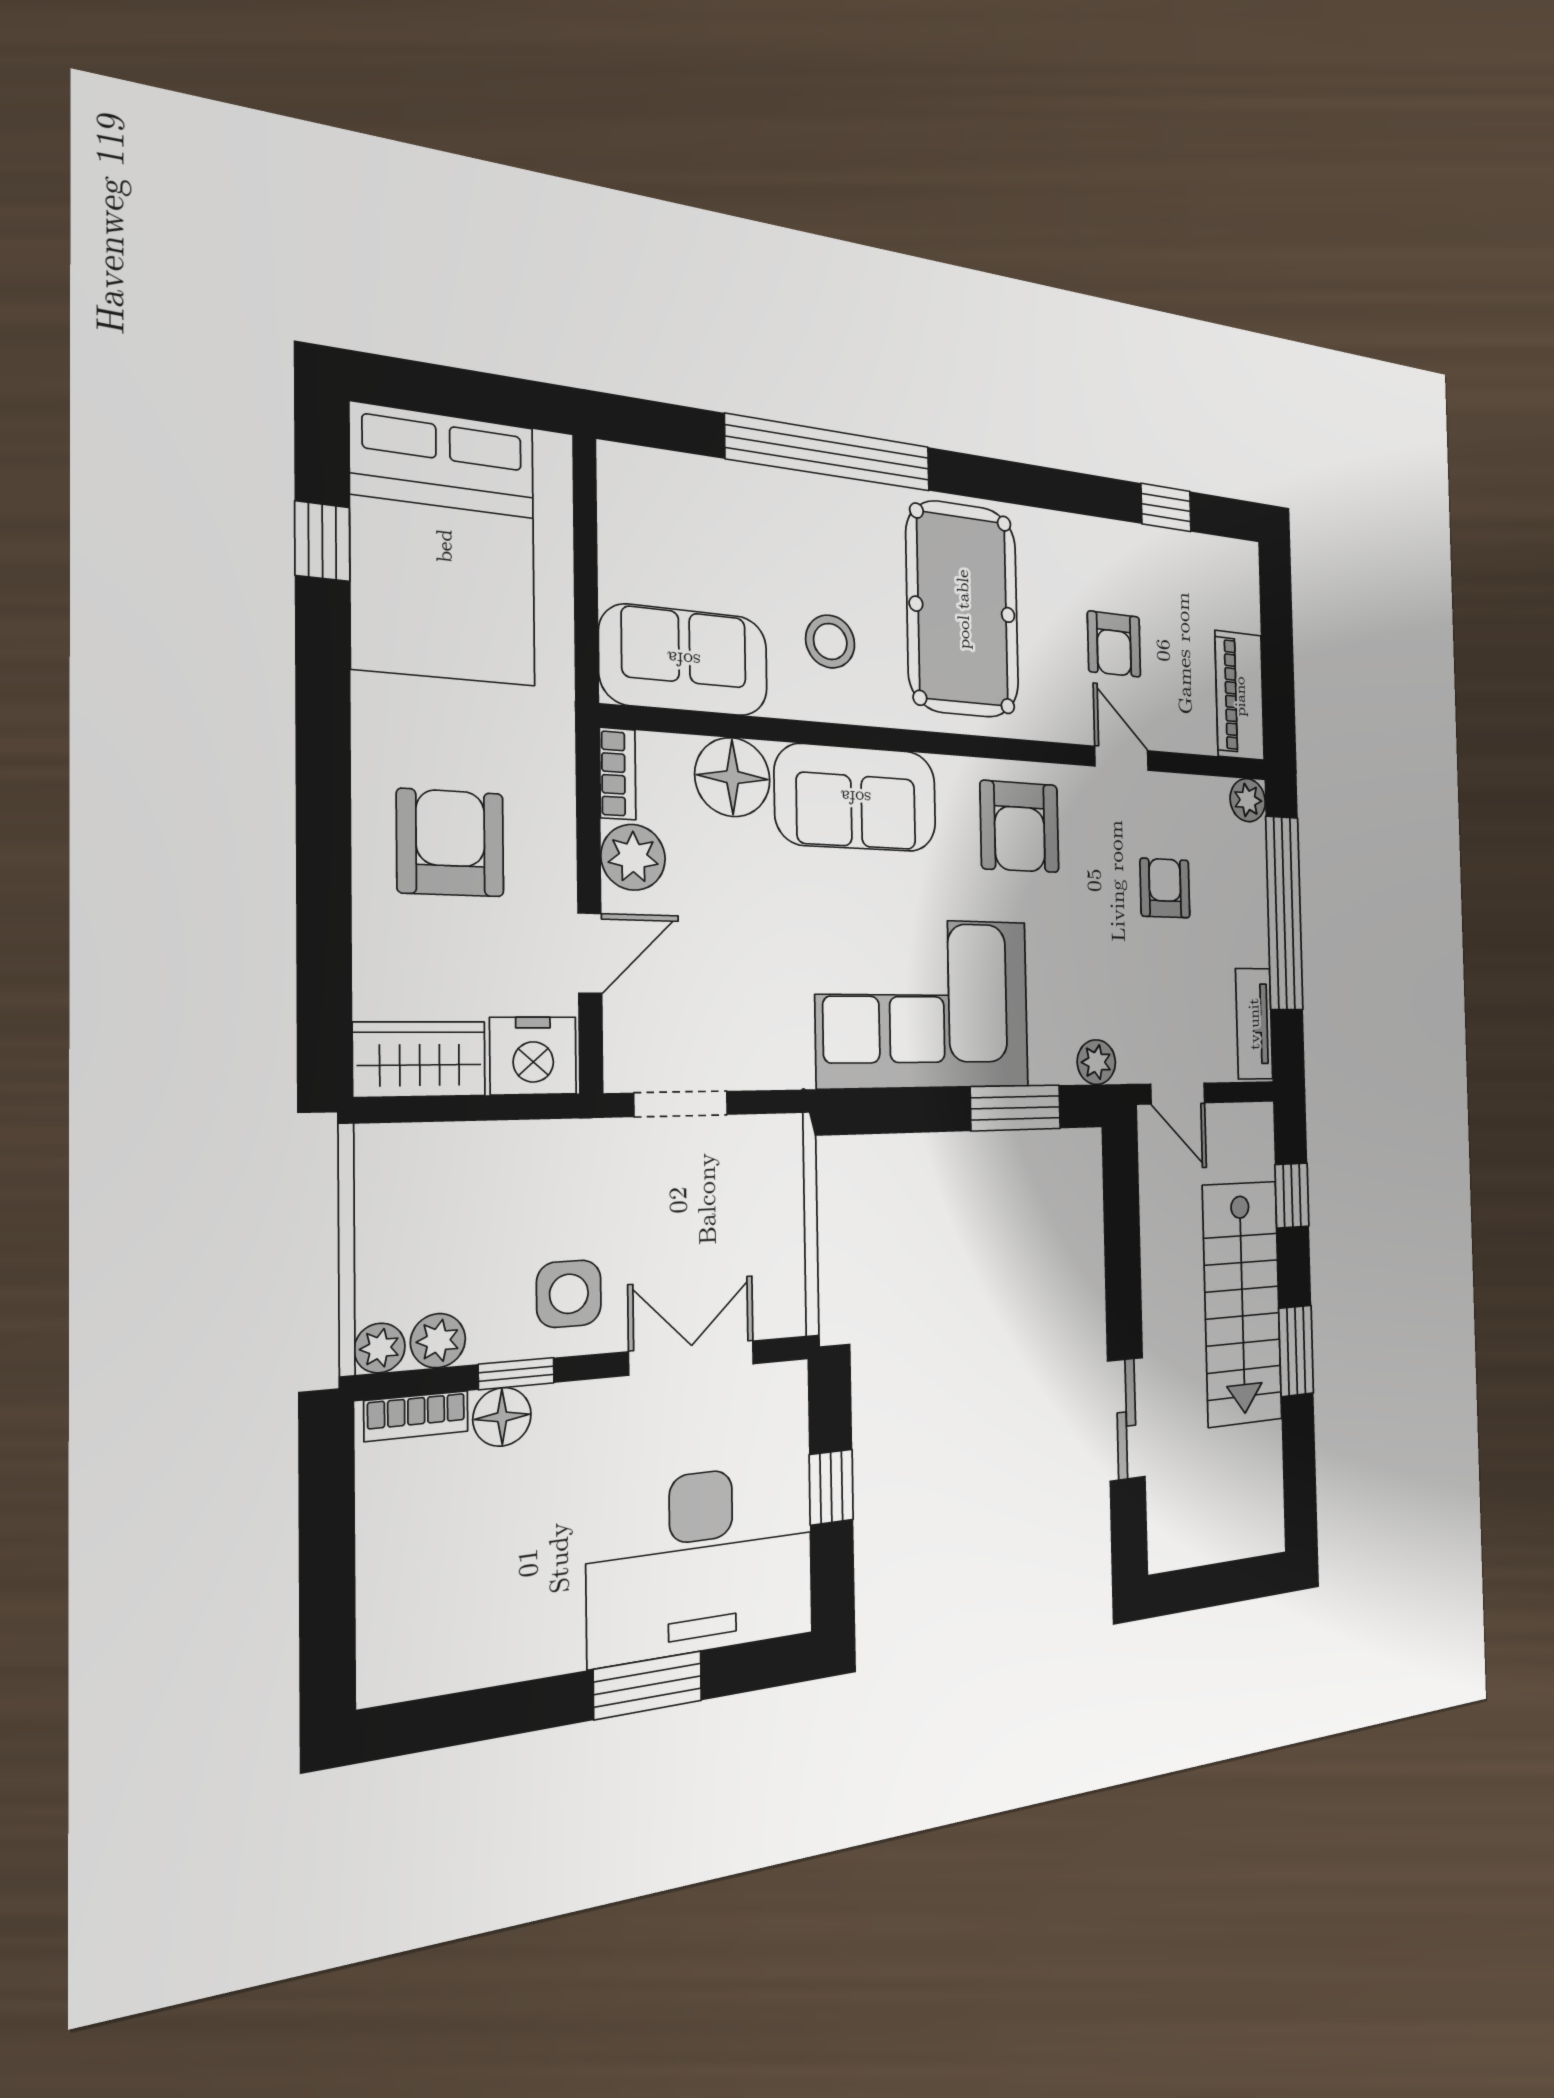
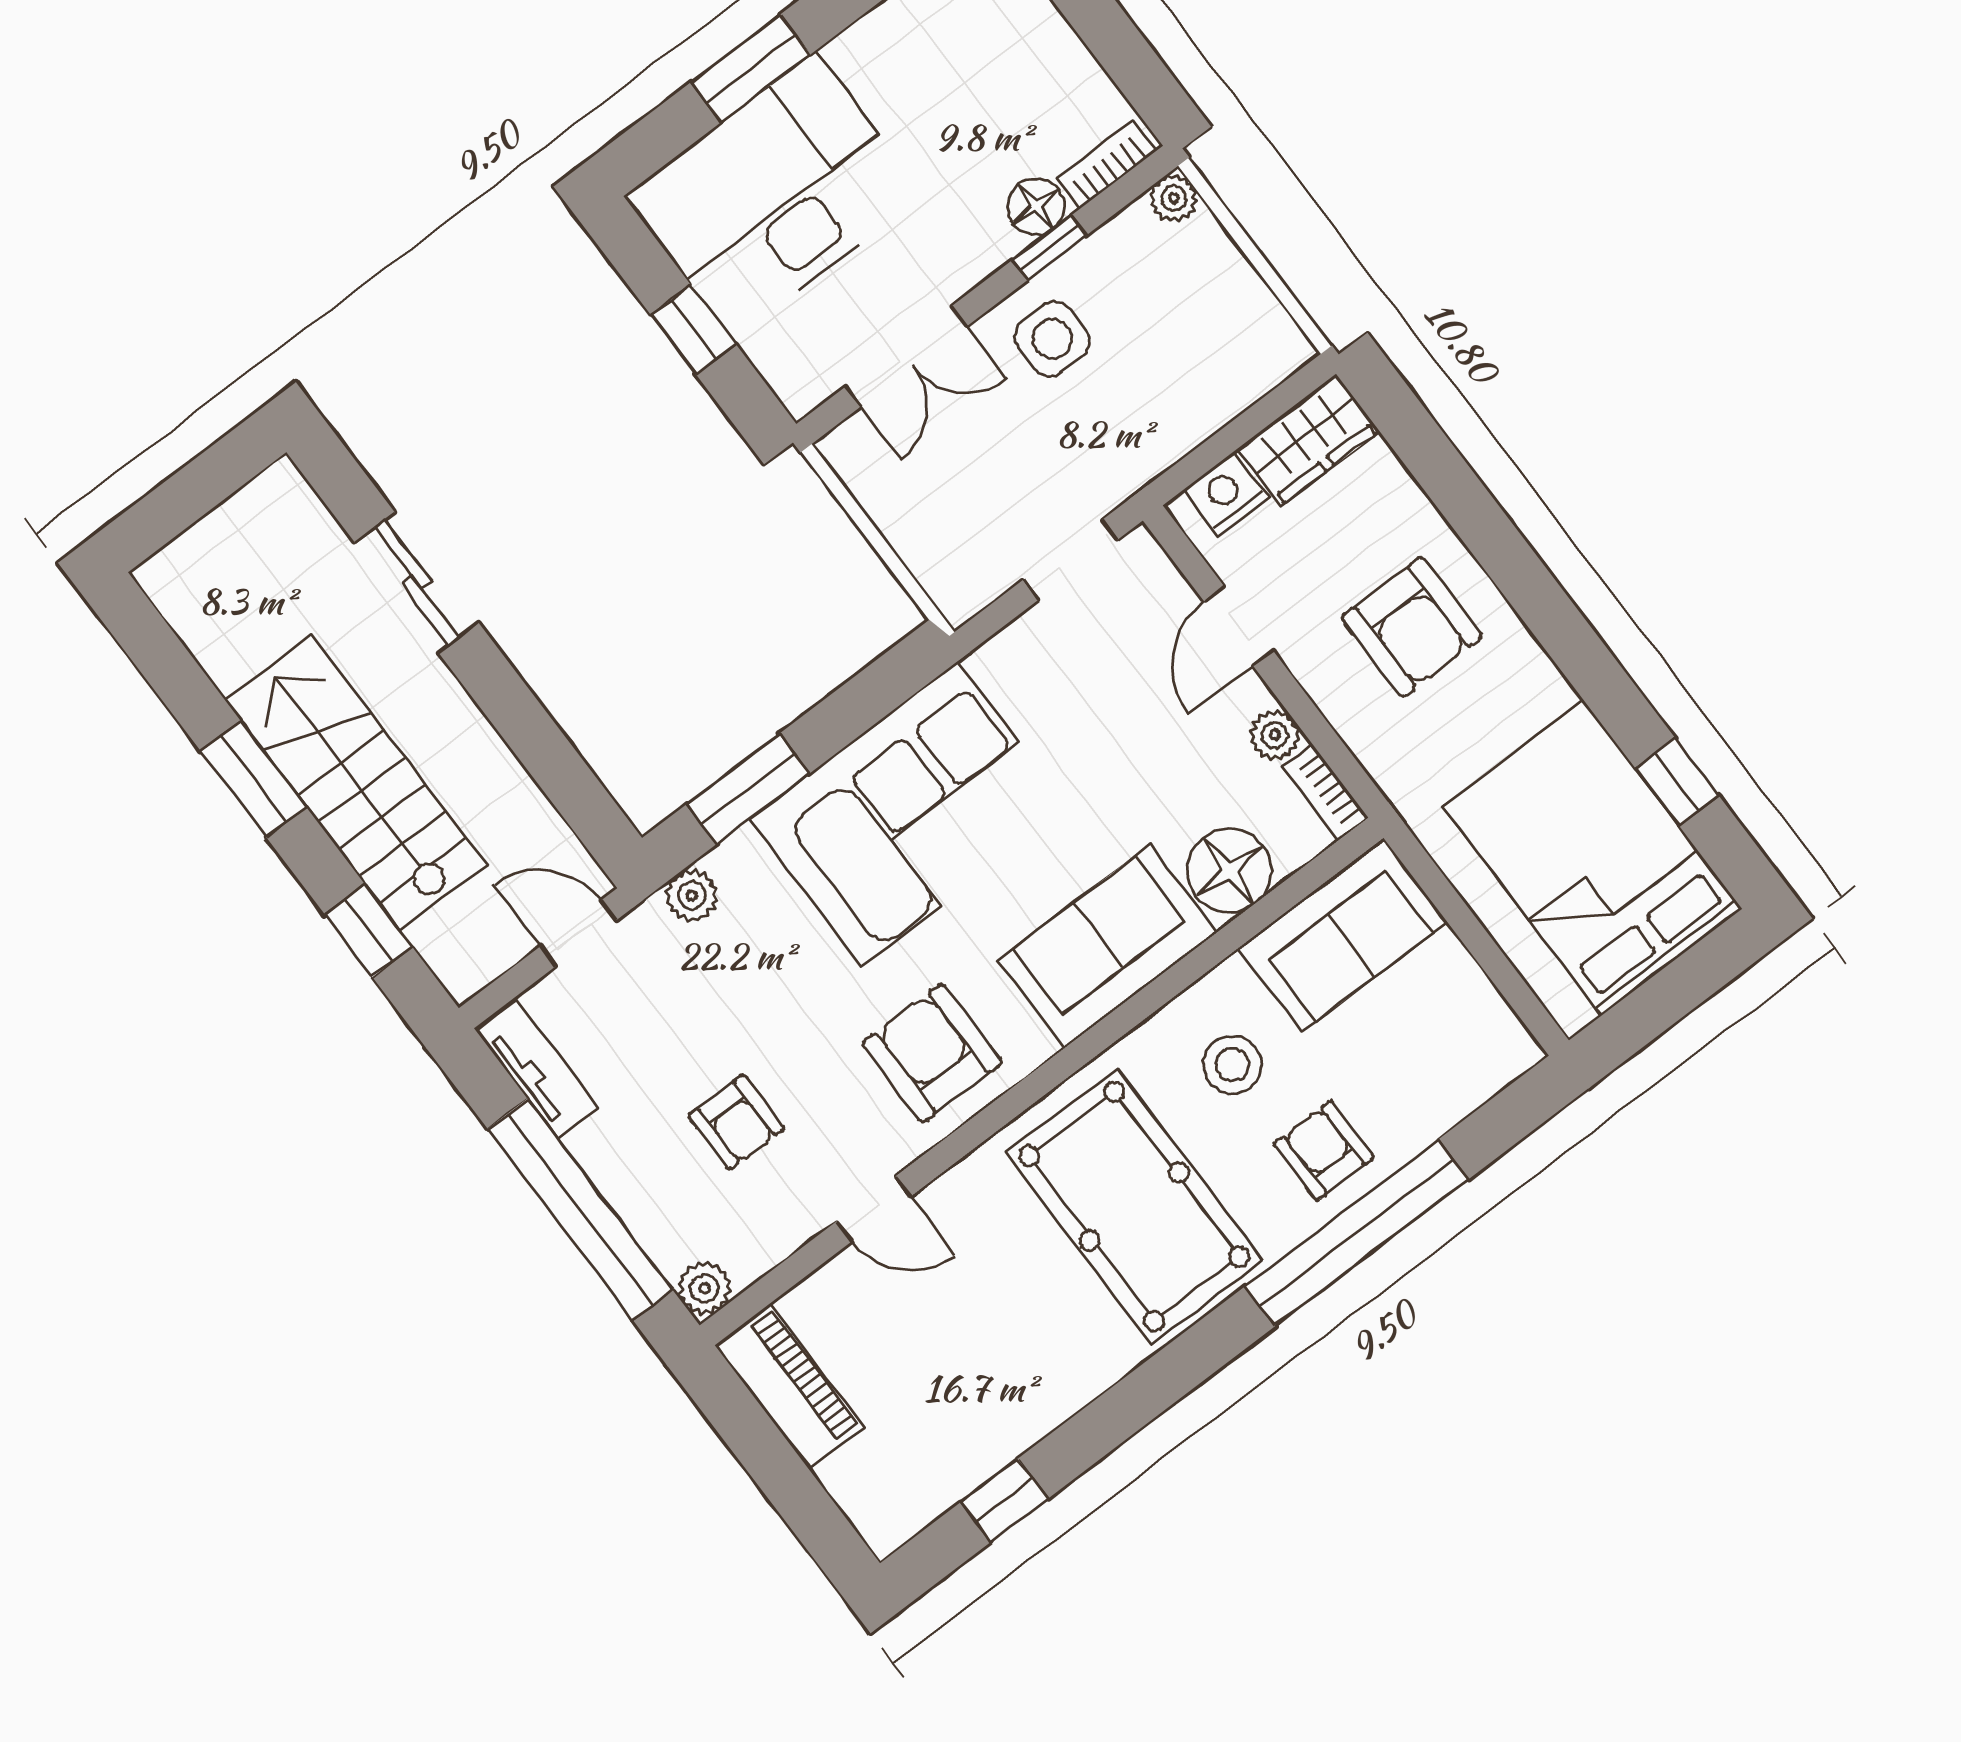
armchair: (1114, 644) -> (1324, 1151), moved
plant: (633, 857) -> (1275, 735), width x0.73, depth x0.73
nightstand: (533, 1056) -> (1226, 494), width x0.74, depth x0.75
plant: (438, 1341) -> (1132, 233), removed

